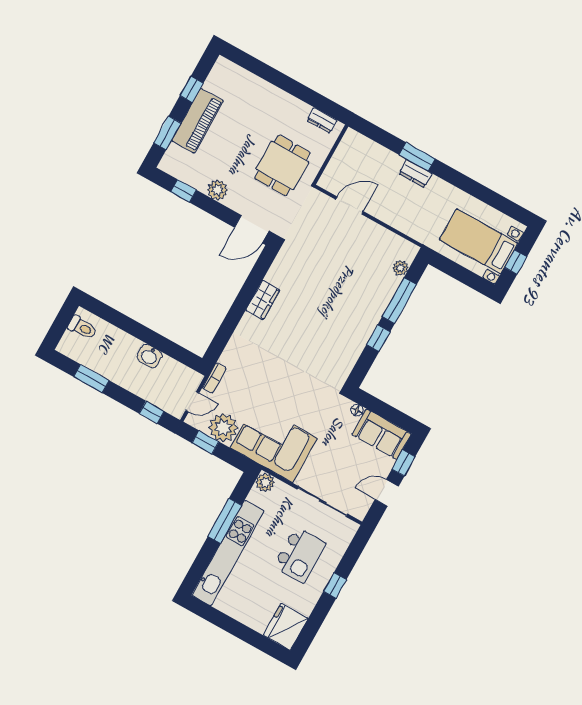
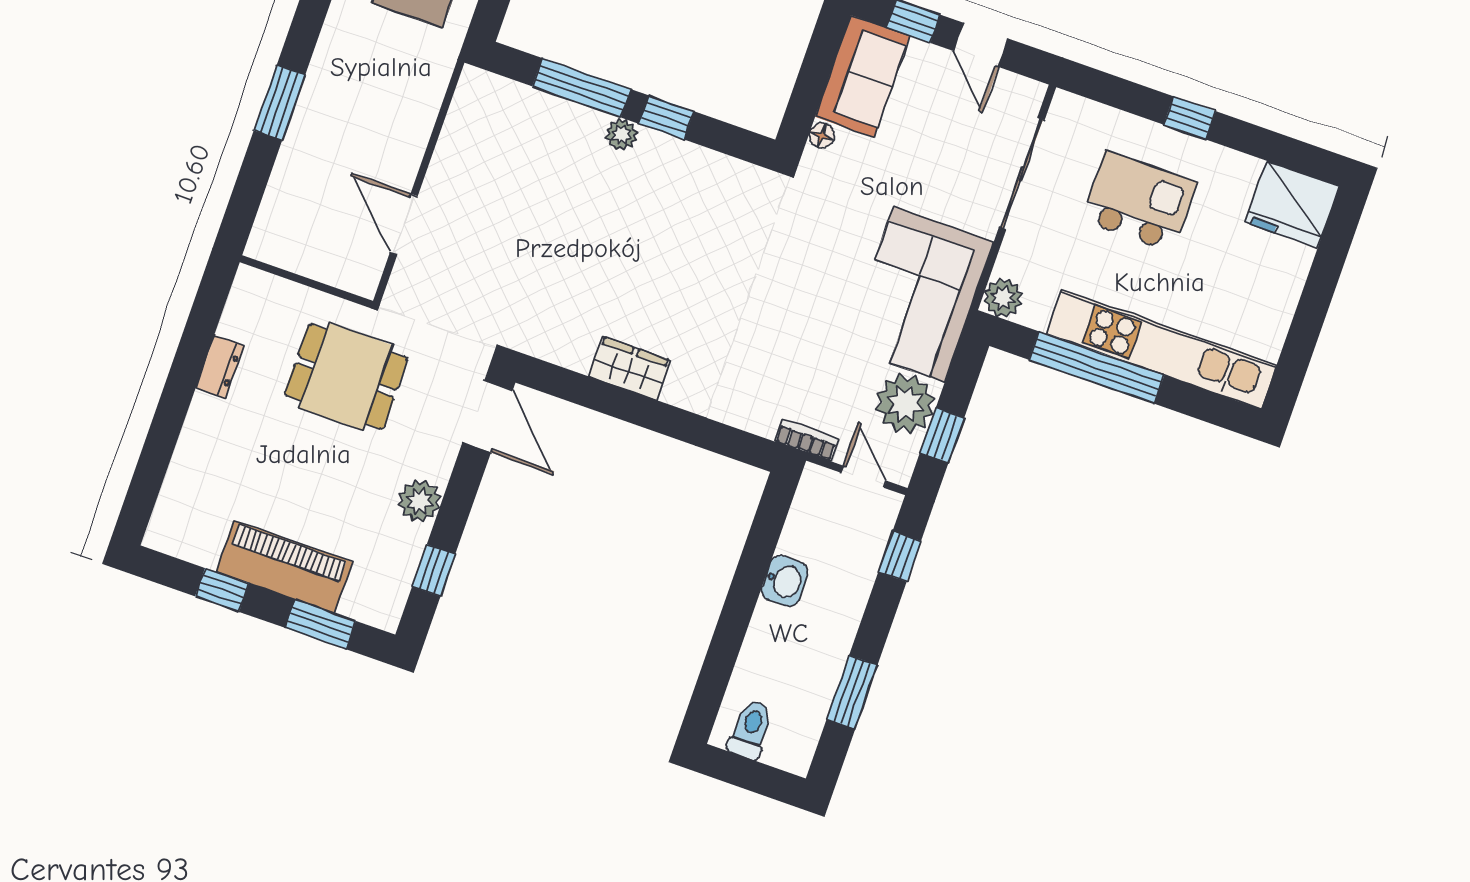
dresser: (322, 120) -> (220, 367), moved
dresser: (415, 173) -> (315, 100), removed
plant: (401, 268) -> (621, 135), moved
window: (225, 521) -> (1097, 368), width x1.46

